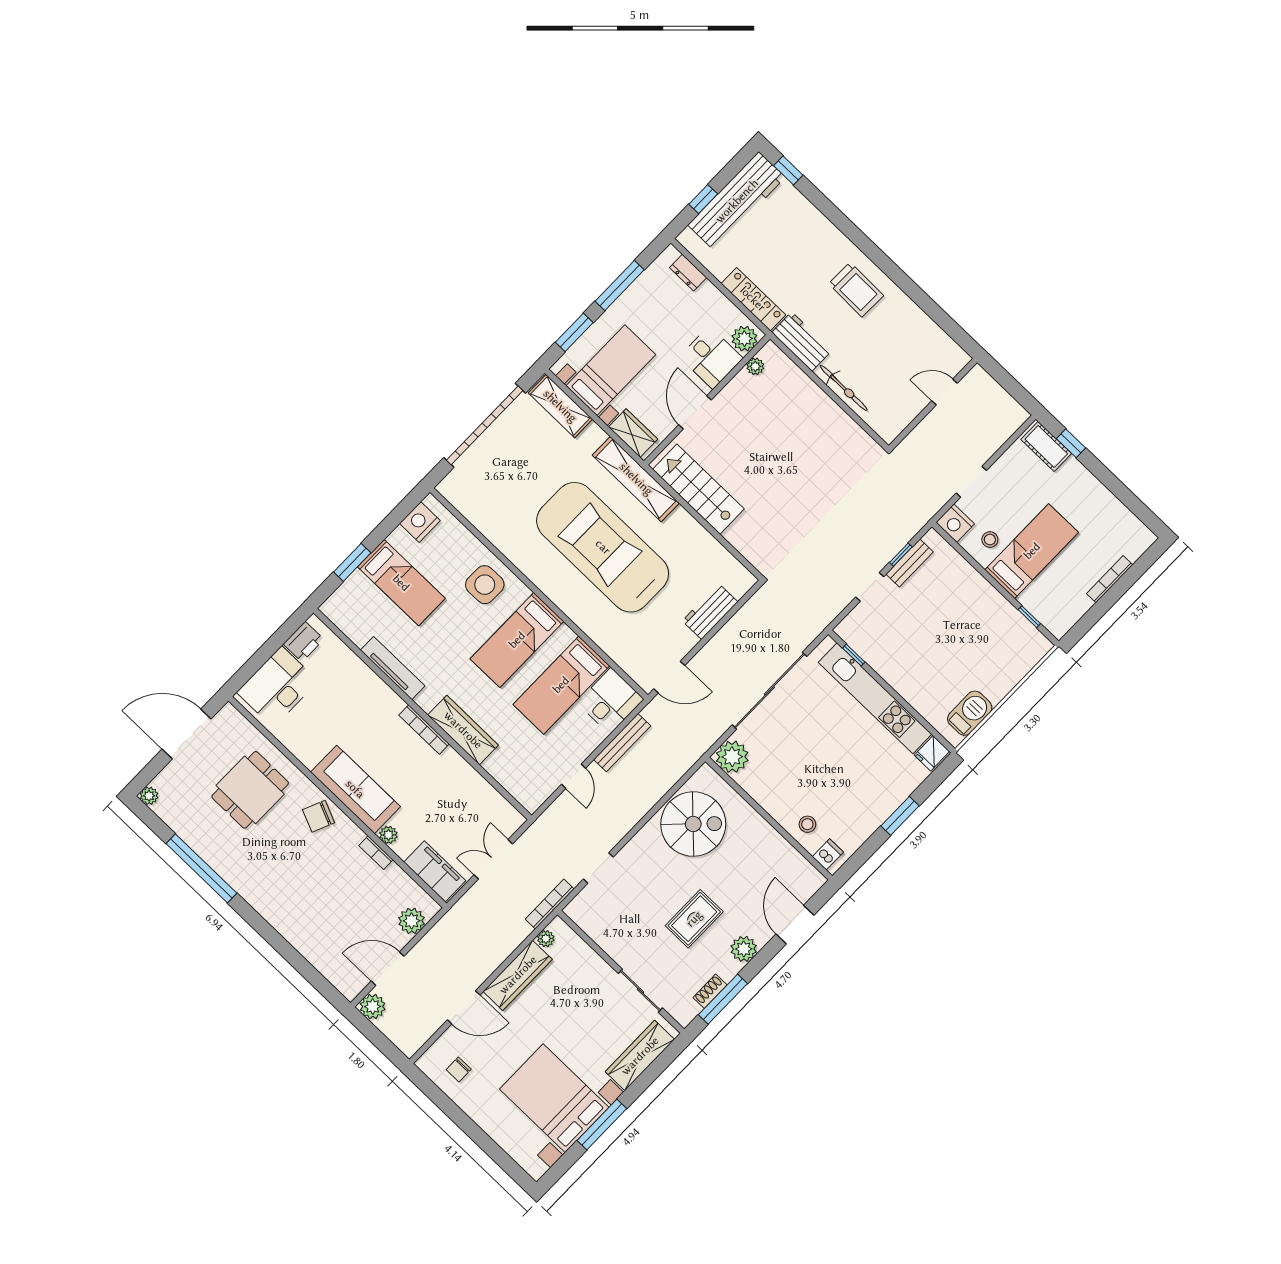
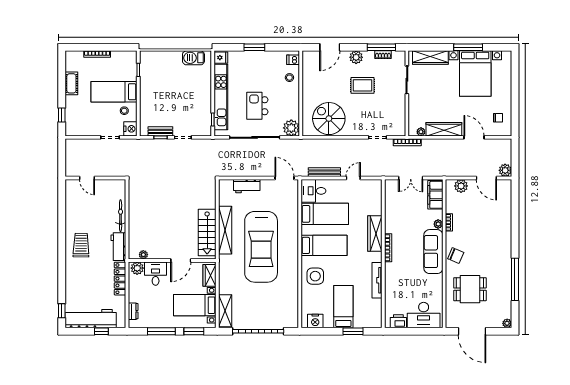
cot: (1046, 446) -> (71, 83), moved
shelving: (636, 479) -> (225, 230), moved
kitchen island: (811, 739) -> (257, 106), added

